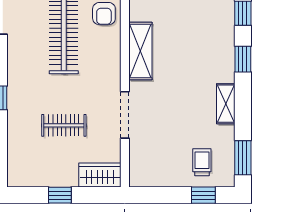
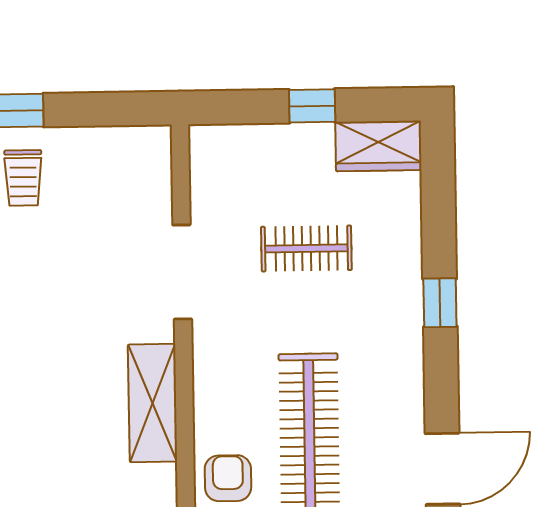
wardrobe: (100, 175) -> (378, 146), moved

